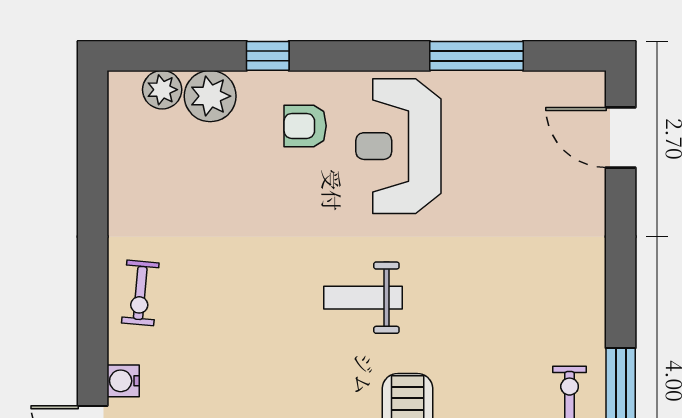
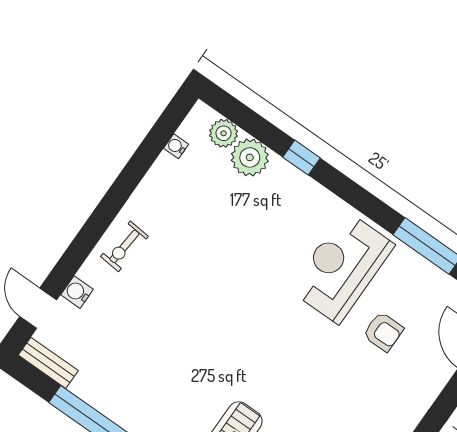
armchair: (305, 126) -> (383, 332), moved, turned 180
water cooler: (119, 141) -> (176, 146), added
weight bench: (363, 298) -> (256, 343), removed

